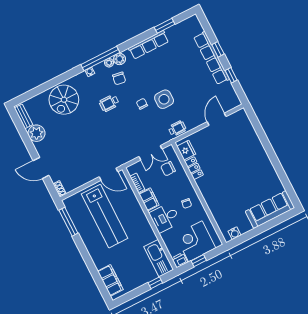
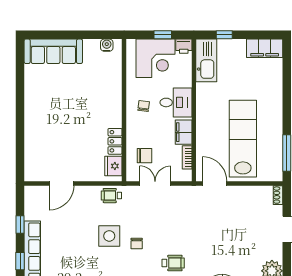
filing cabinet: (110, 280) -> (265, 48), moved, turned -90

